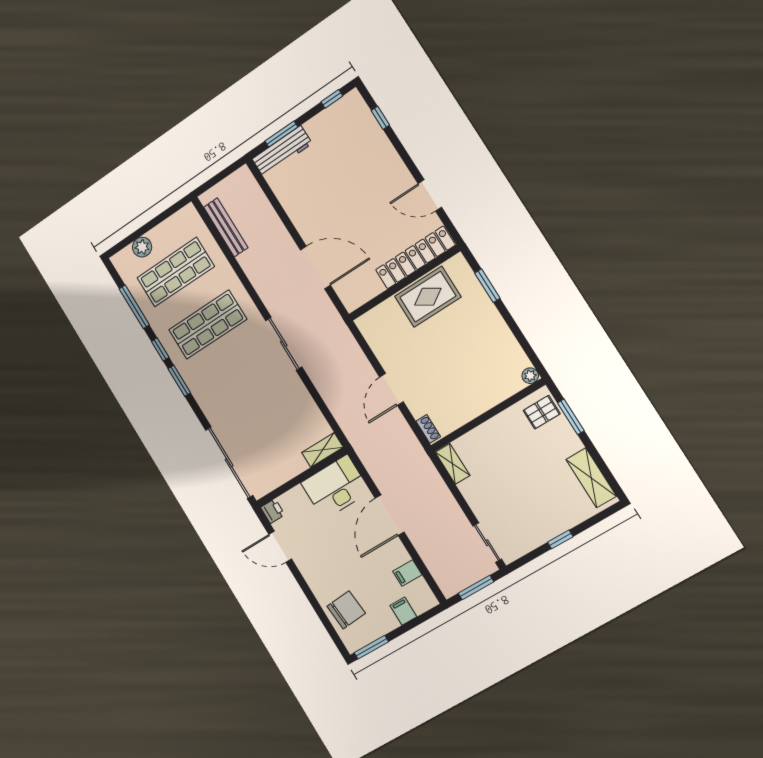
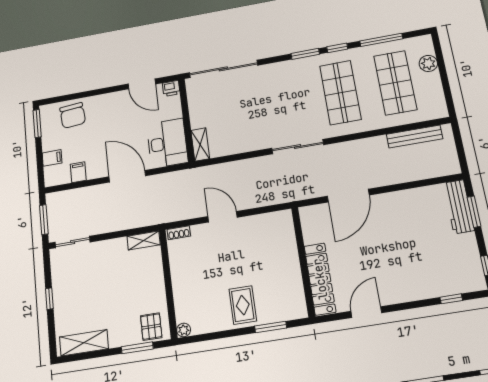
rug: (428, 297) -> (243, 305), moved, width x0.73, depth x0.70
door: (280, 547) -> (142, 84), swing flipped

